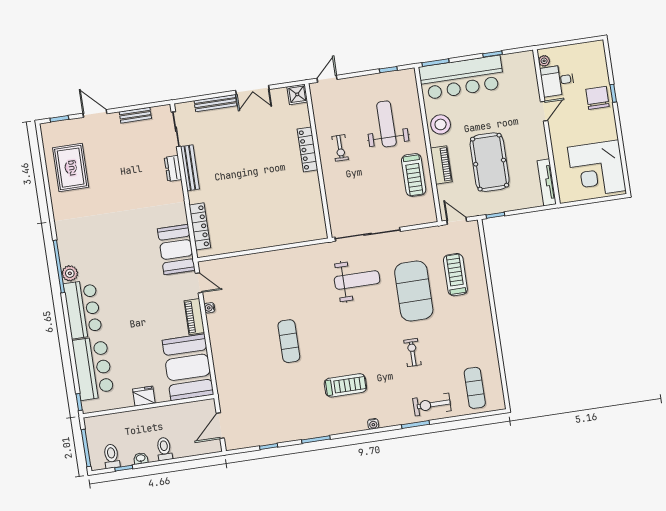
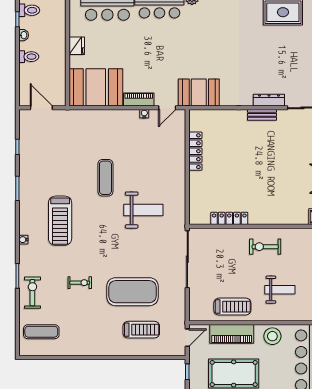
weight bench: (386, 124) -> (280, 290), width x0.73, depth x0.75
exercise bike: (340, 148) -> (265, 247), width x1.38, depth x1.39
locker: (307, 149) -> (229, 218), moved
piano: (441, 165) -> (232, 334), width x1.37, depth x1.33
dresser: (173, 168) -> (269, 100), width x1.44
bench: (190, 168) -> (262, 115), width x0.73
treadmill: (414, 175) -> (232, 307), turned 180
locker: (200, 226) -> (195, 151), moved, turned -90
weight bench: (357, 280) -> (143, 210), moved, turned -90
exercise mat: (289, 341) -> (105, 178), turned 90
treadmill: (345, 385) -> (60, 221), width x1.37, depth x1.38

